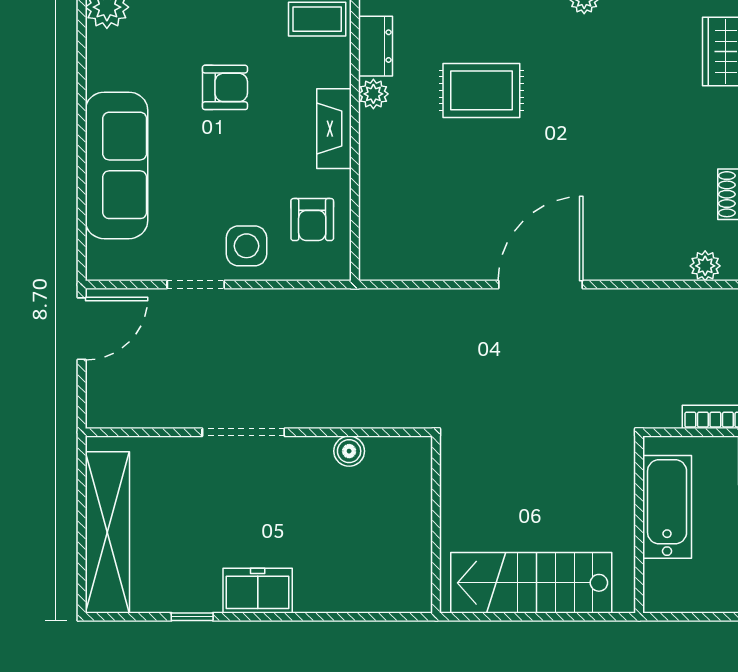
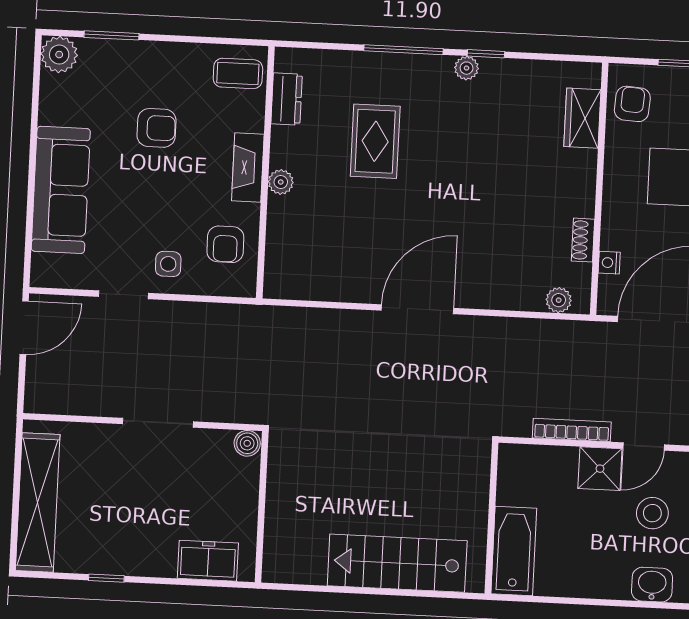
rug: (481, 90) -> (375, 141), turned 90
plant: (373, 94) -> (281, 182), moved
side table: (246, 246) -> (168, 264), width x0.73, depth x0.73
bathtub: (667, 507) -> (514, 551), moved
wall: (436, 525) -> (262, 507), moved
freezer: (258, 591) -> (208, 561), moved

